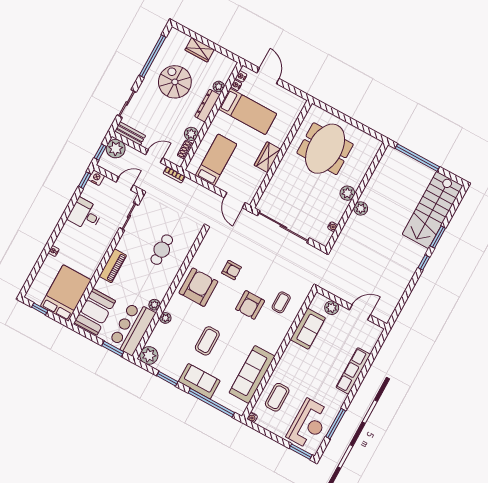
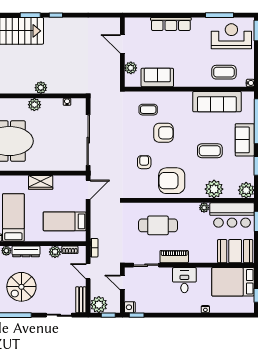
desk: (85, 214) -> (184, 280), moved, turned 180
cafe table: (162, 250) -> (158, 225), width x1.37, depth x1.35
piano: (113, 266) -> (174, 257), moved
plant: (165, 318) -> (214, 189), width x1.88, depth x1.88

